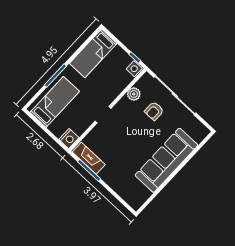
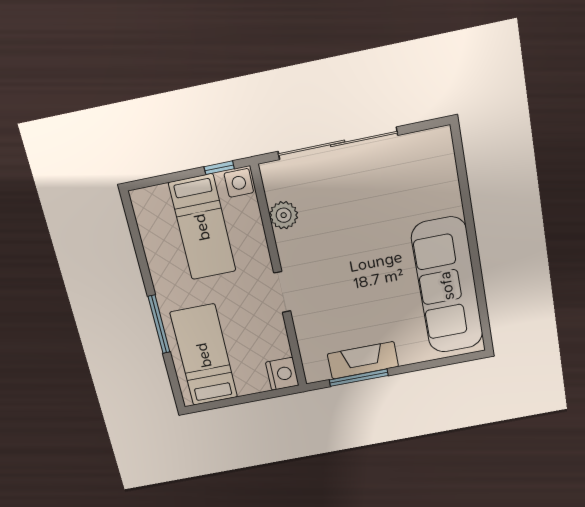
bed: (93, 53) -> (202, 227), moved
armchair: (154, 111) -> (339, 201), removed
fireplace: (89, 158) -> (363, 360), moved
sofa: (166, 160) -> (447, 286), moved

